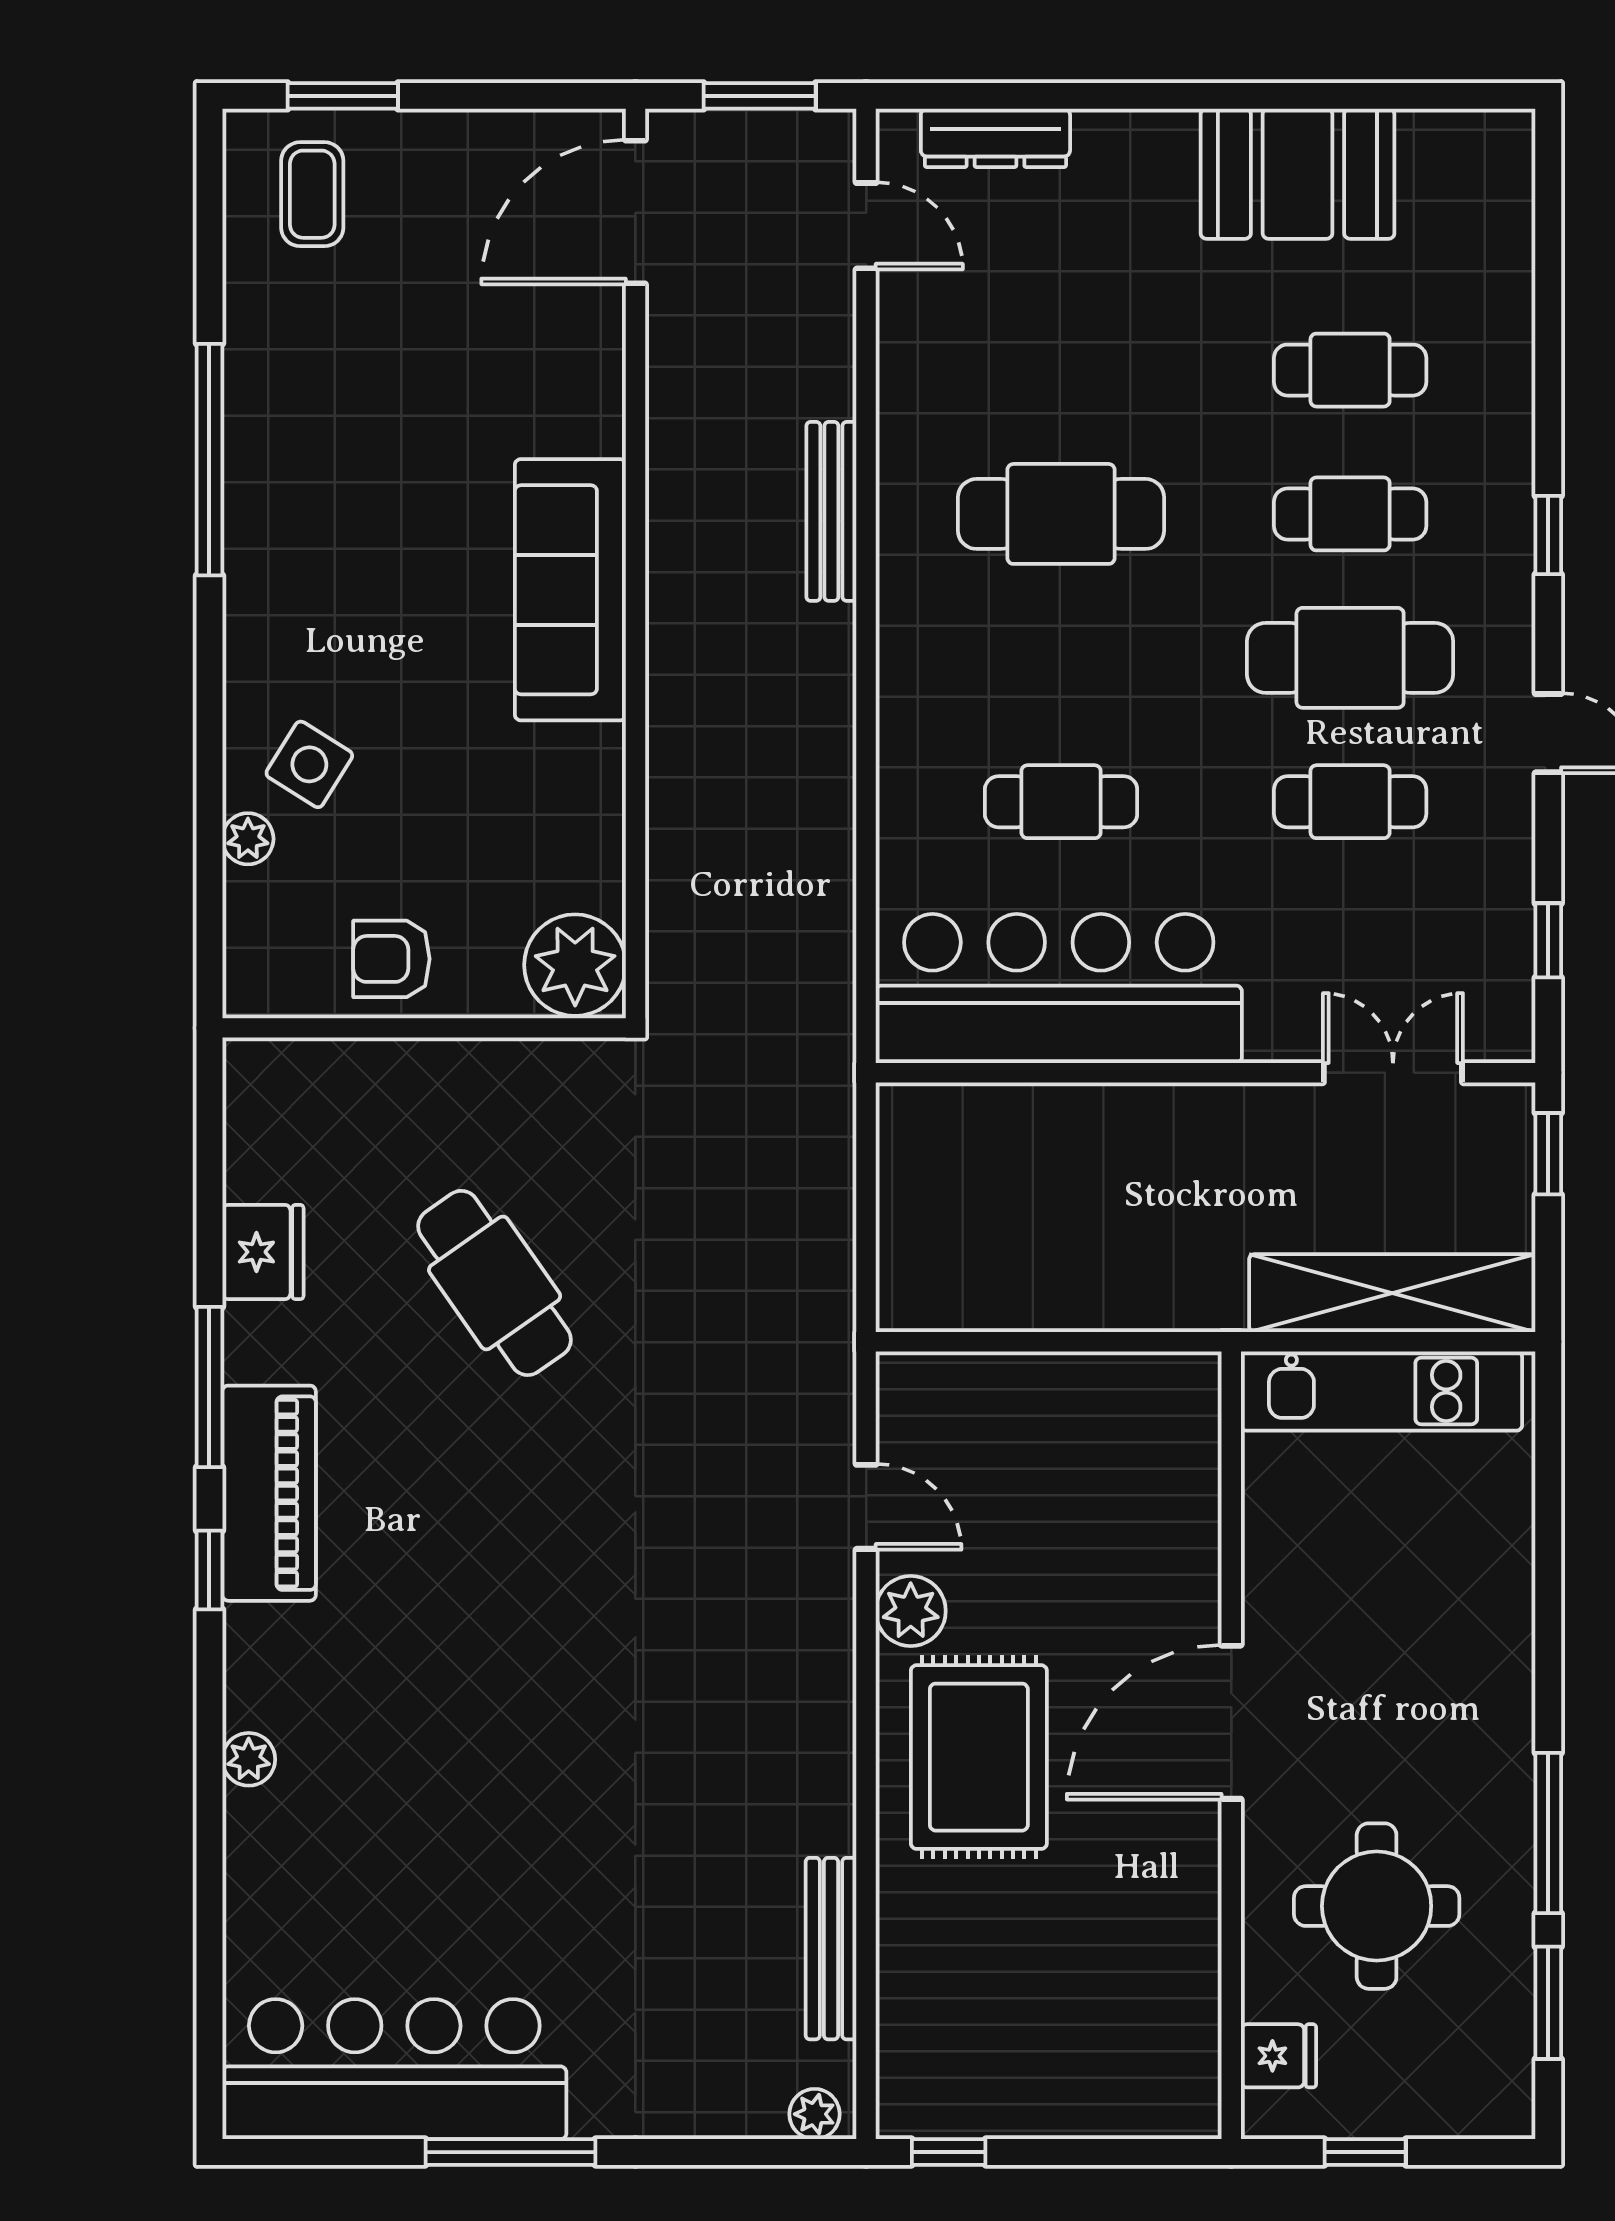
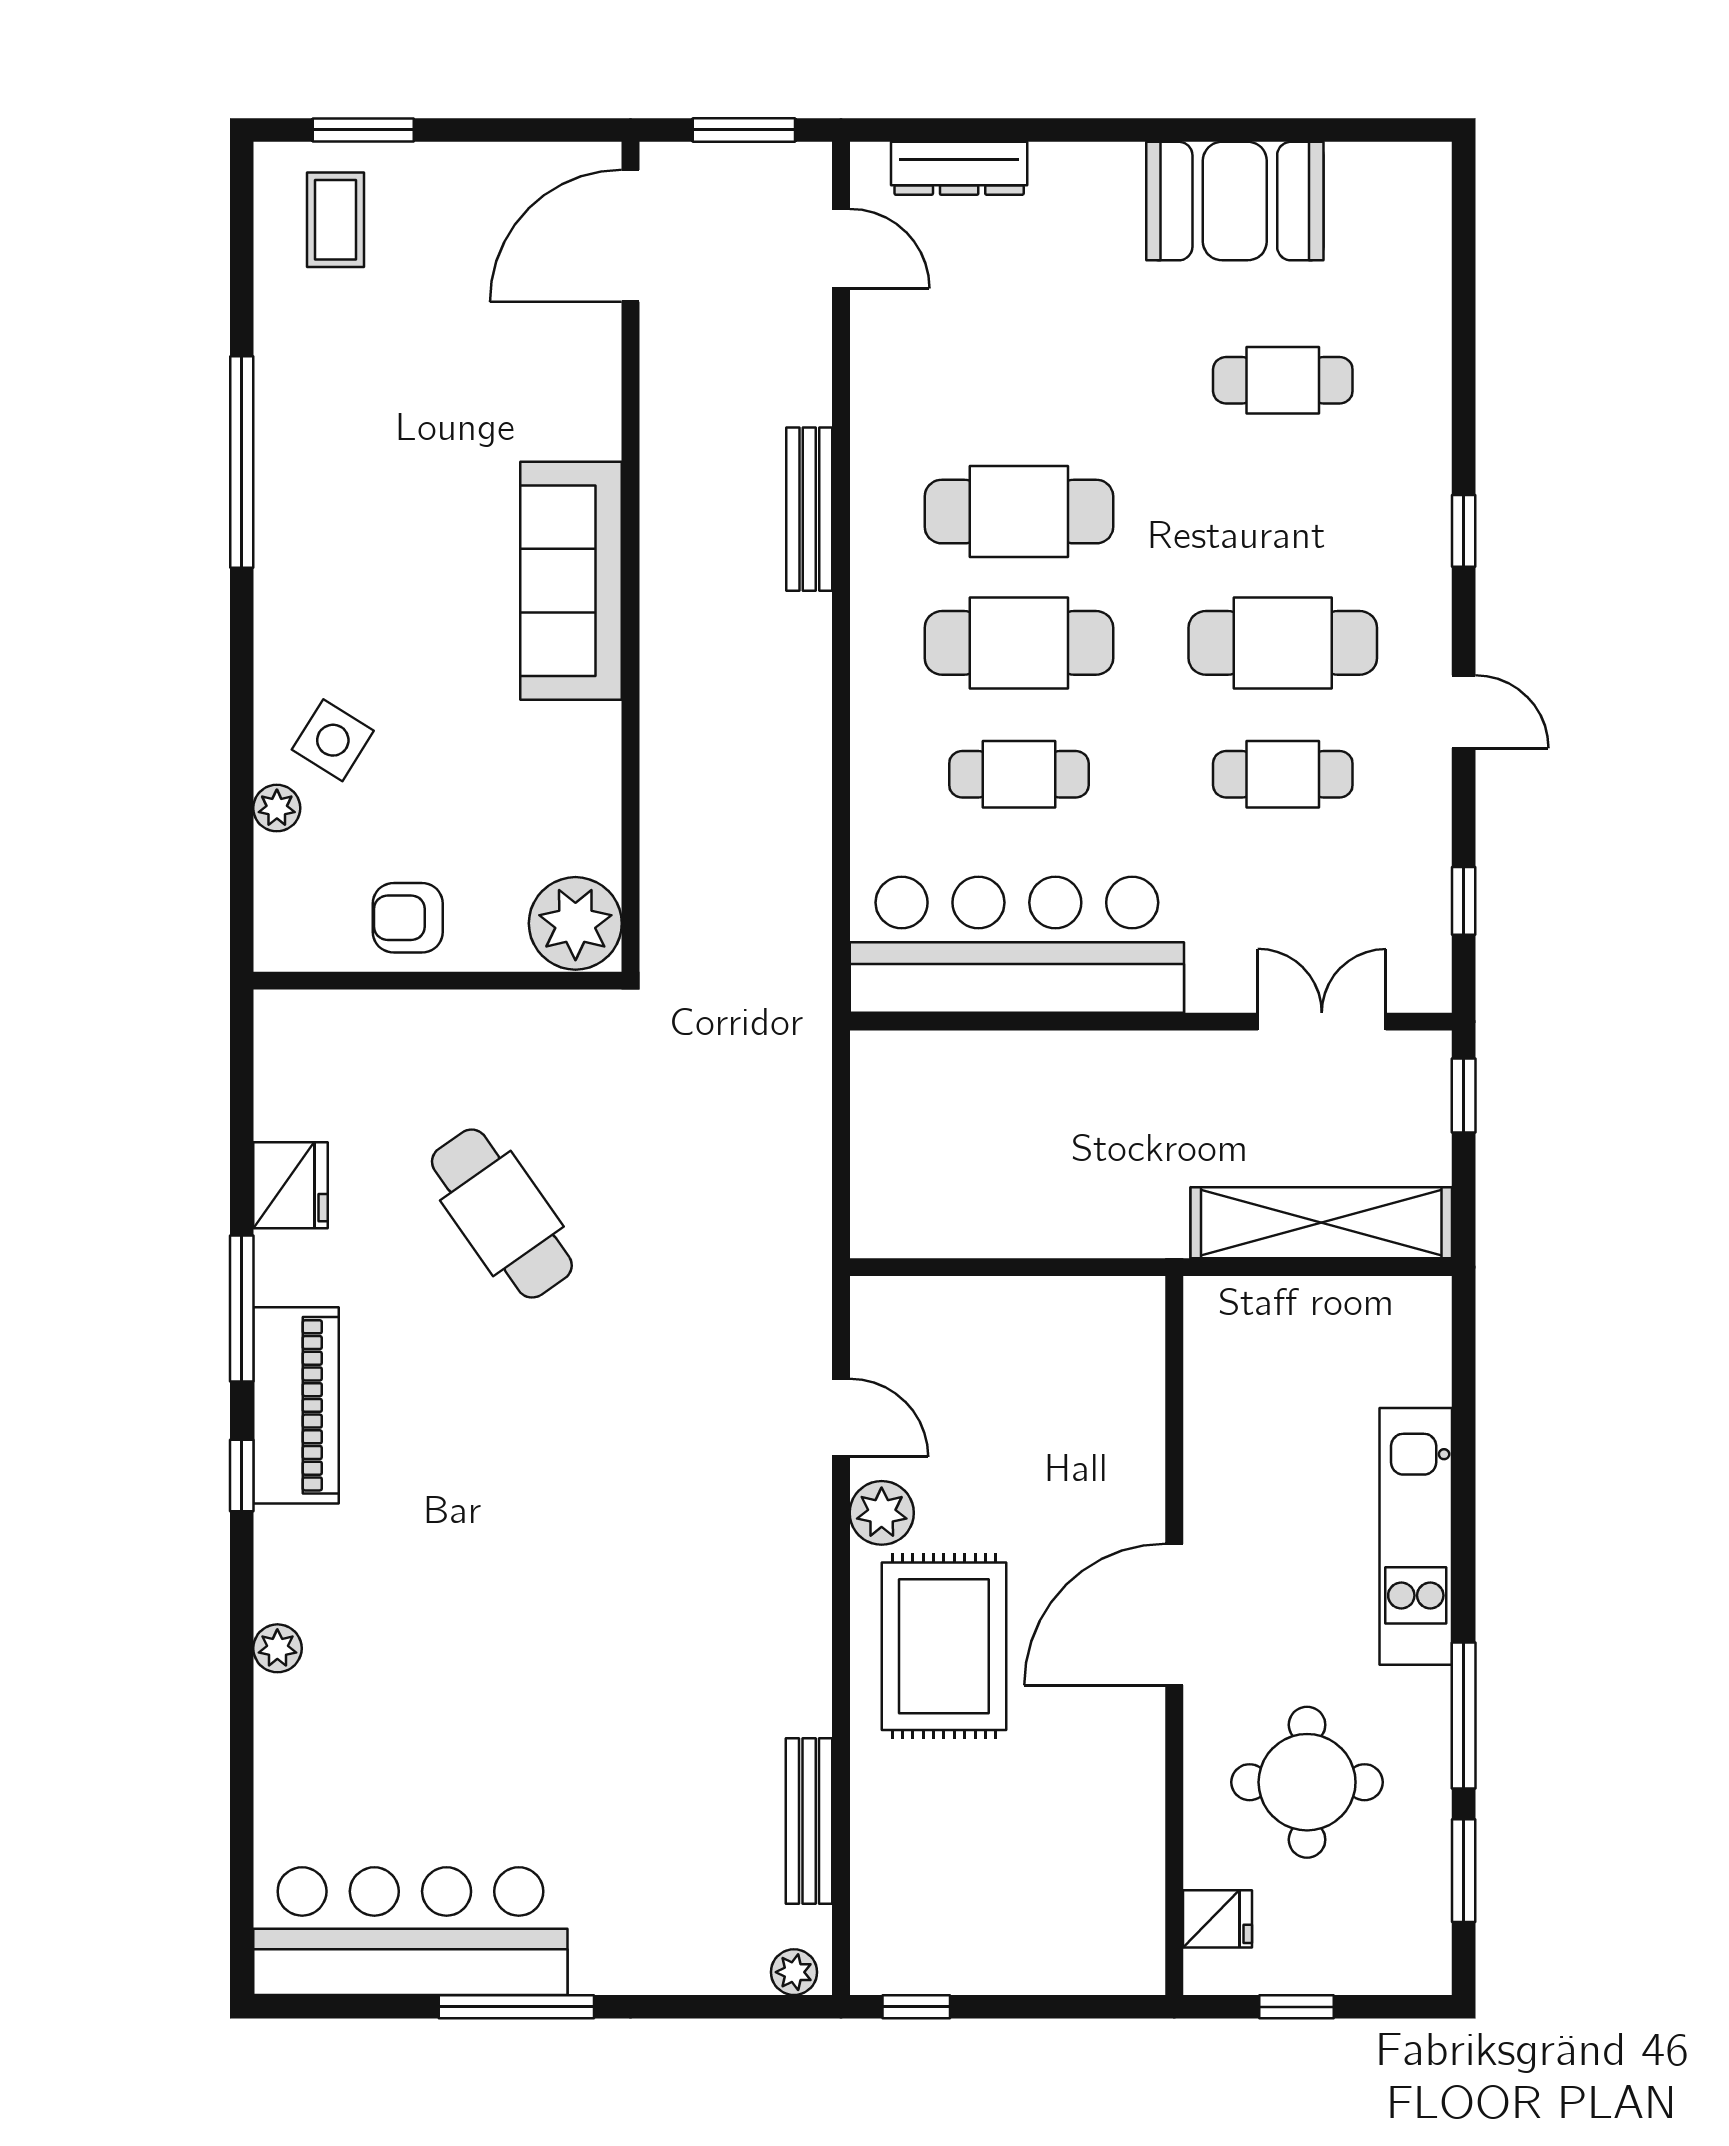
cafe table: (1350, 514) -> (1019, 643), moved, width x1.37, depth x1.35
kitchen unit: (1381, 1391) -> (1416, 1536), moved, turned 90

